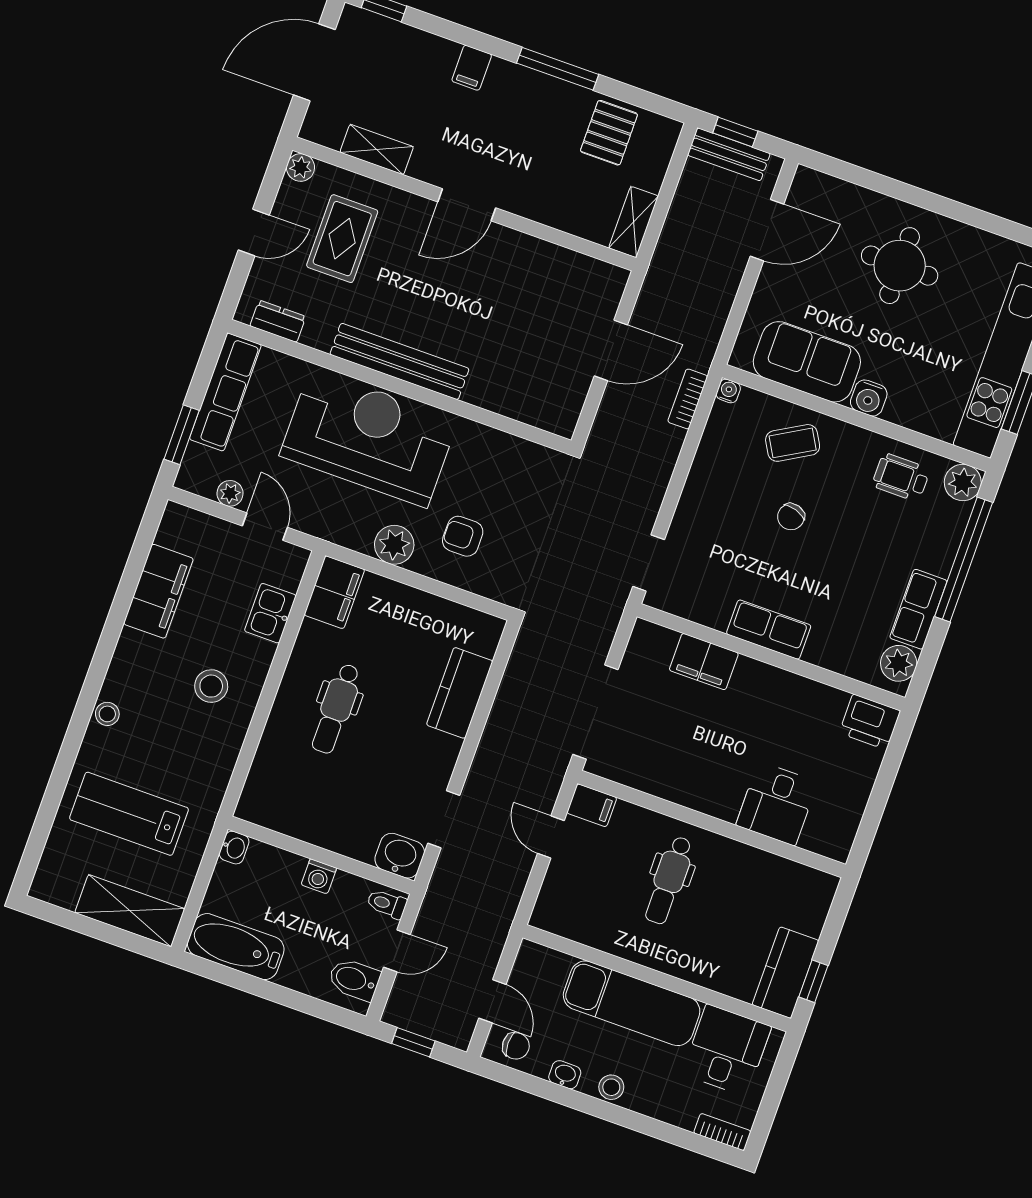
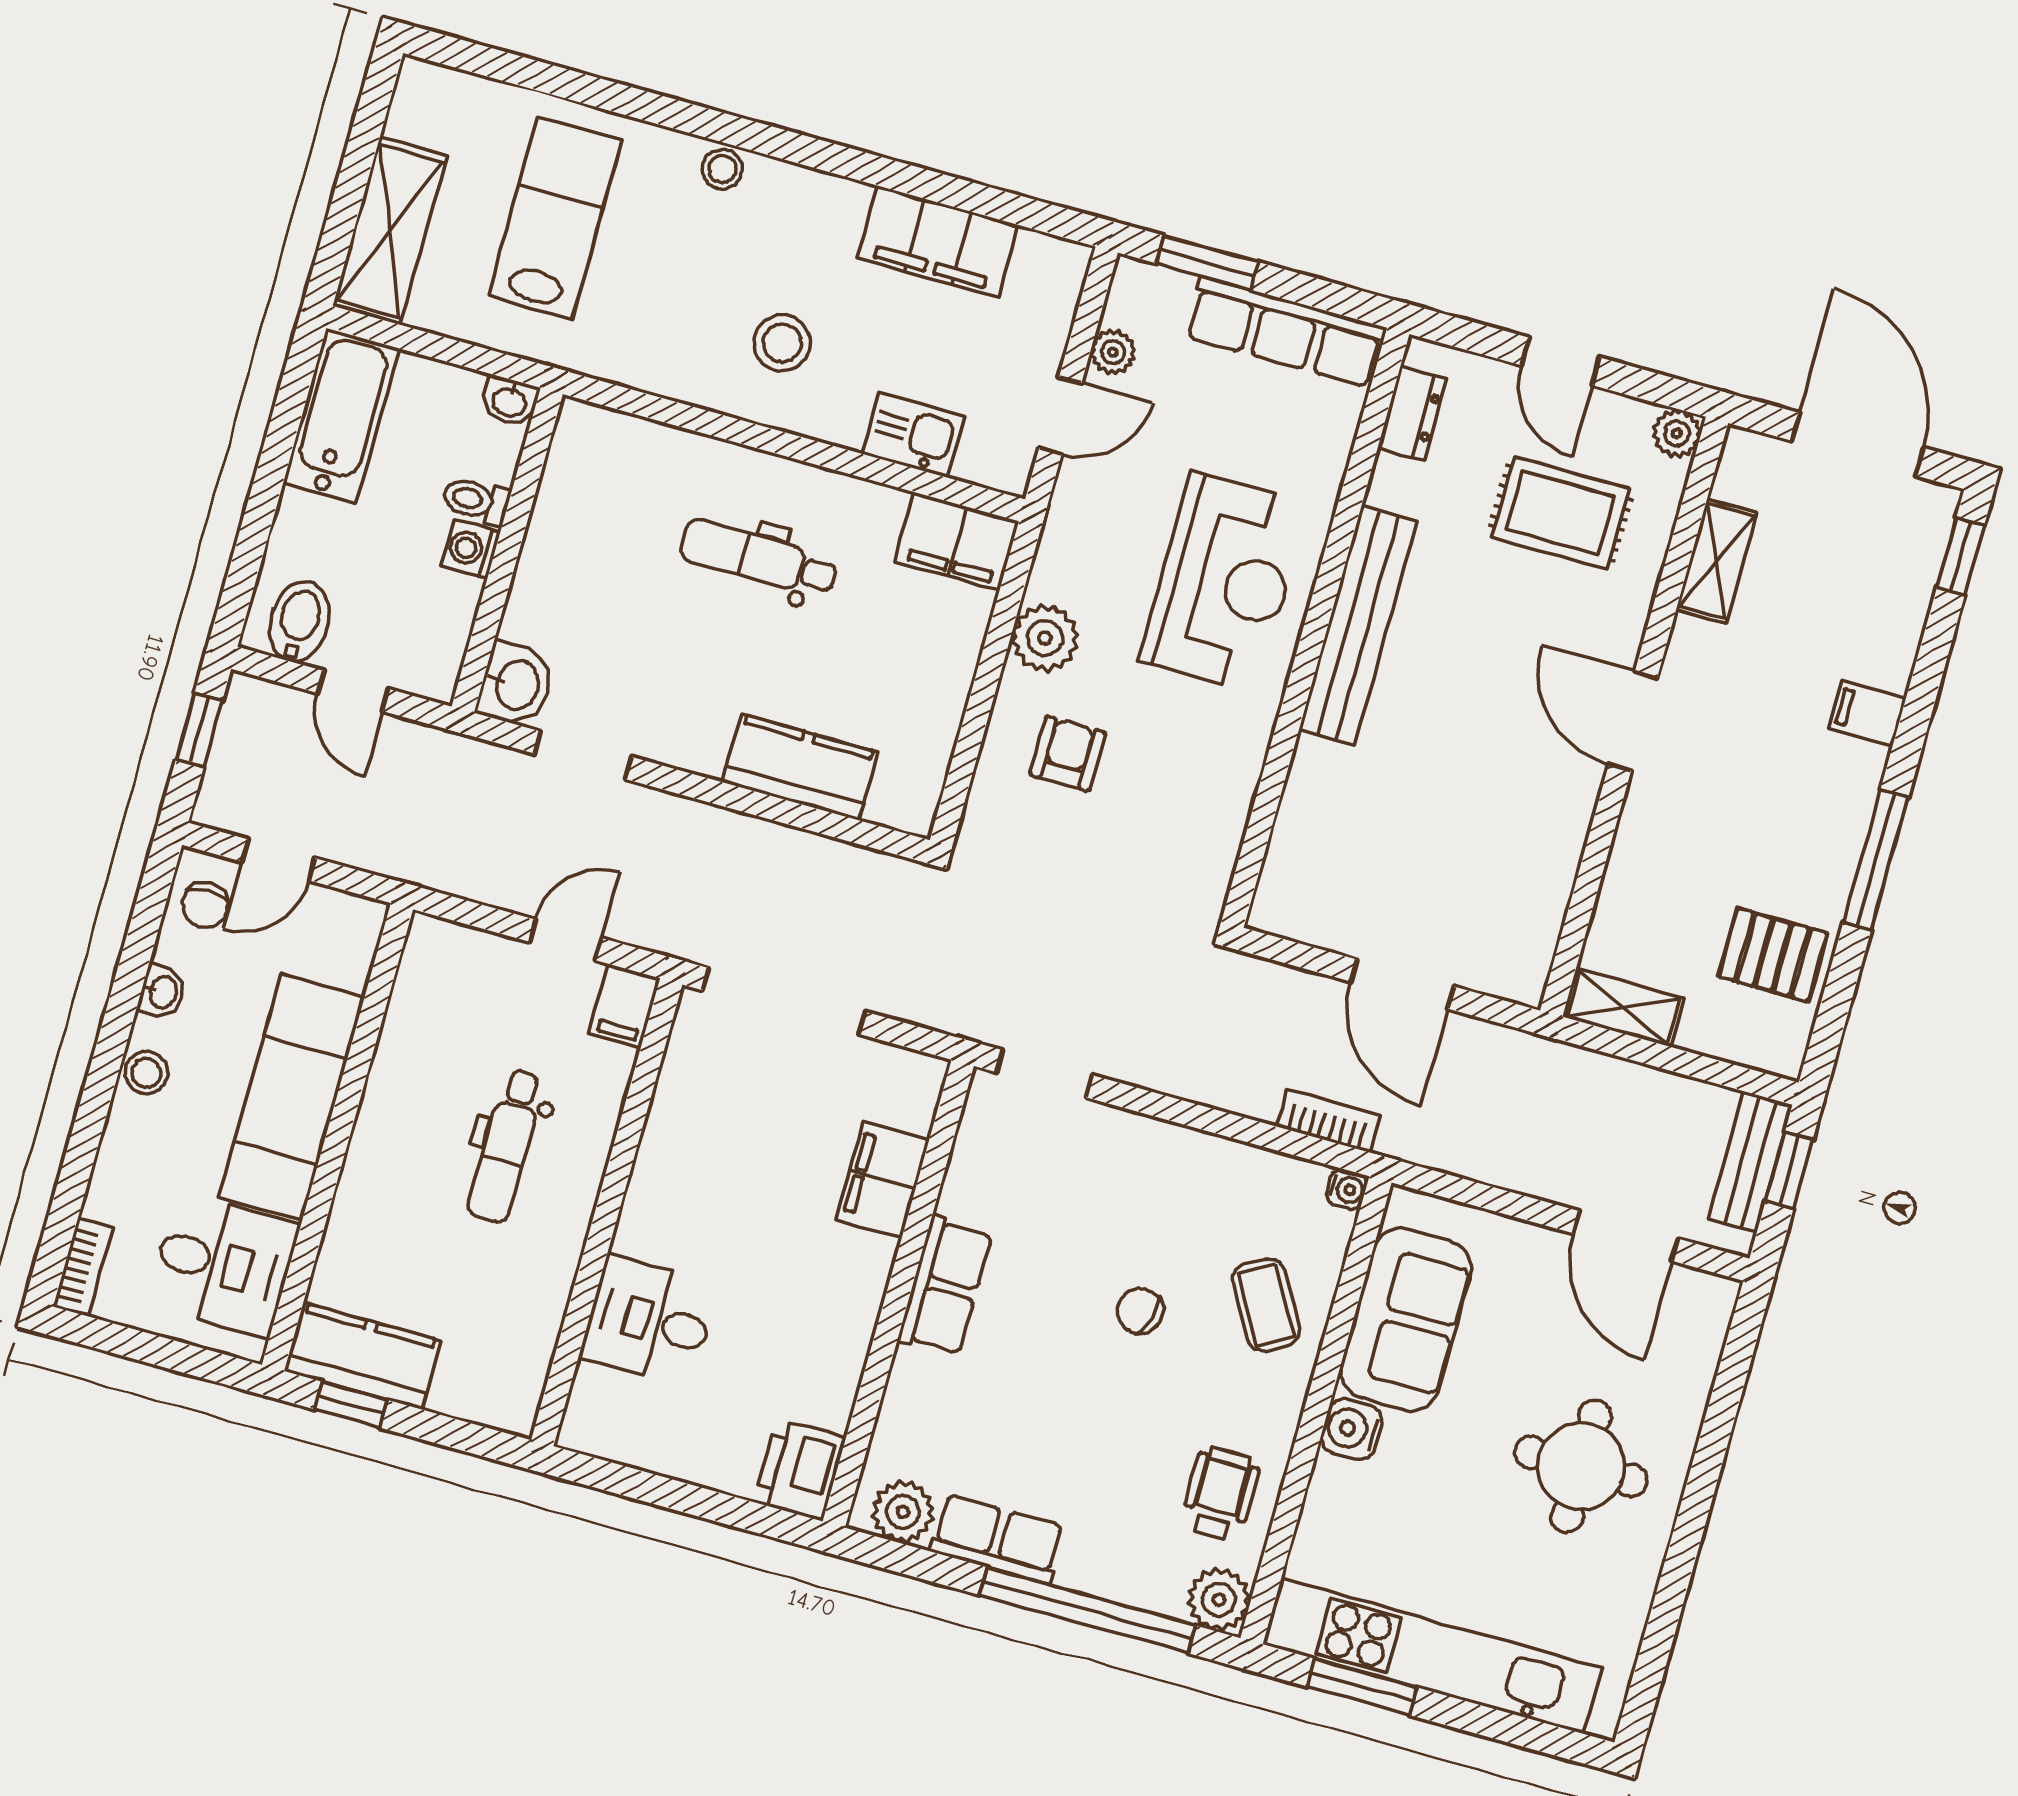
reception desk: (369, 438) -> (1224, 582), width x0.74, depth x0.77
dental chair: (669, 880) -> (506, 1146), turned -90
toilet: (387, 904) -> (476, 501), moved, turned -90

